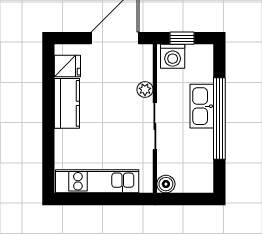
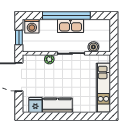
washing machine: (173, 56) -> (32, 26), moved, turned 90
kitchen sink: (202, 106) -> (70, 26), moved
boiler: (166, 184) -> (93, 47), moved

